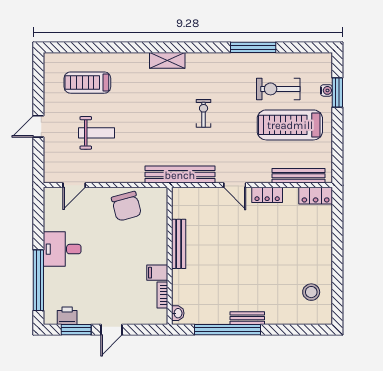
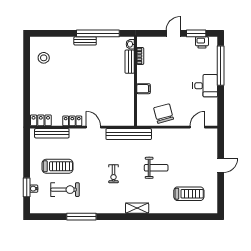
treadmill: (290, 125) -> (58, 166), width x0.73, depth x0.73
weight bench: (97, 133) -> (156, 168), moved, turned 180
bench: (179, 244) -> (130, 62), moved, width x0.73
filing cabinet: (157, 273) -> (143, 89), moved

